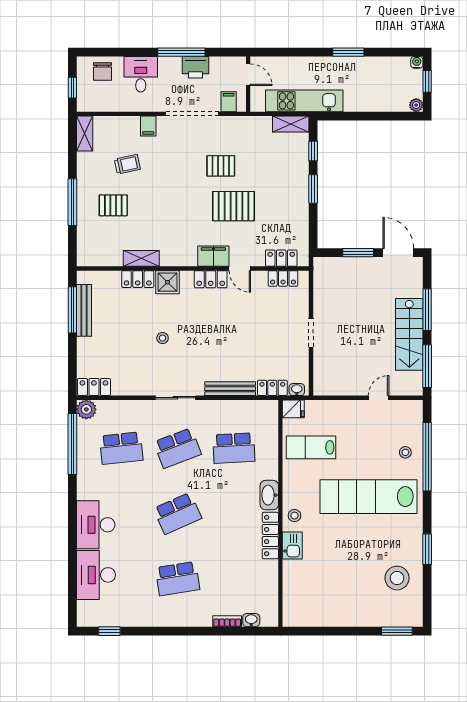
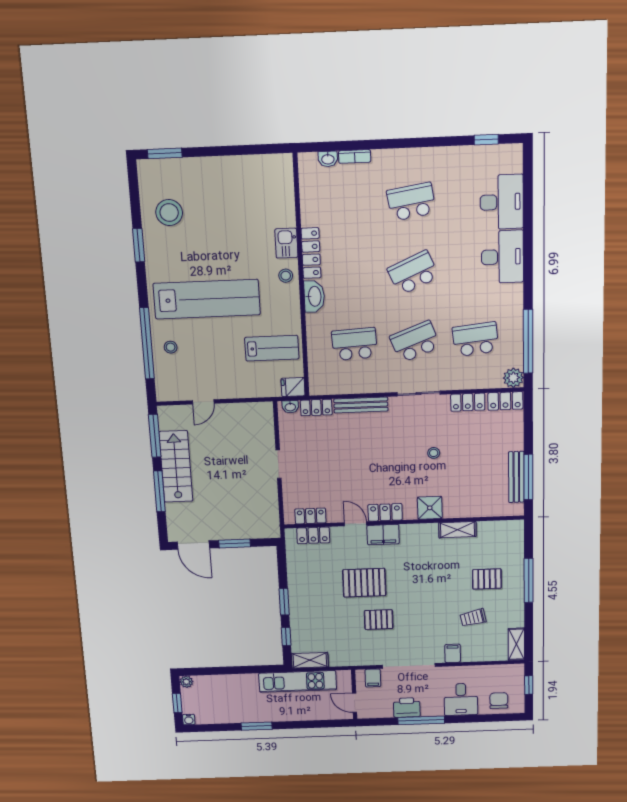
locker: (138, 279) -> (468, 402), moved, turned 180

